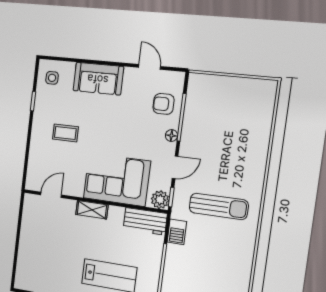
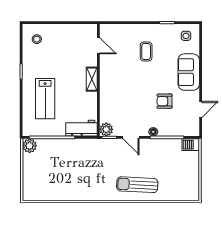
armchair: (164, 104) -> (165, 101), moved, turned -90
corner sofa: (117, 180) -> (116, 95), removed
sun lounger: (219, 206) -> (137, 185), moved, turned 93
workbench: (145, 221) -> (82, 128), moved, turned 90
barbecue: (177, 232) -> (191, 145), moved
stool: (34, 273) -> (37, 39), added

